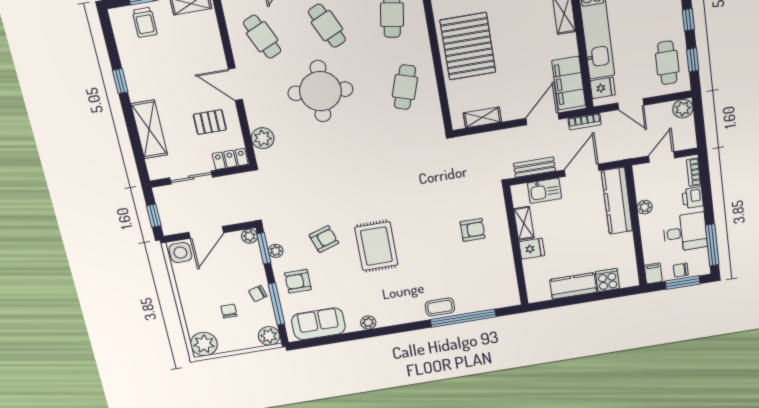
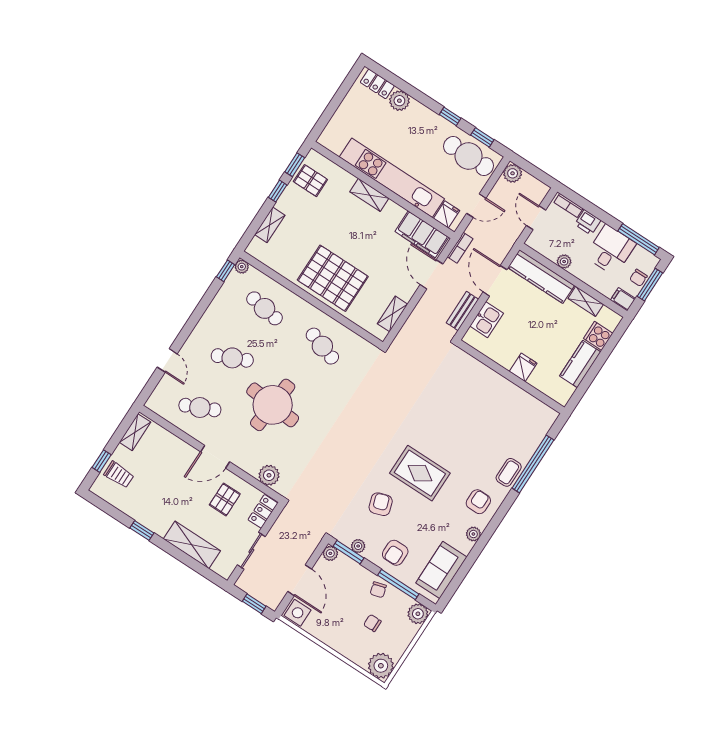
cafe table: (667, 63) -> (469, 156), width x1.37, depth x1.35
shelving: (524, 223) -> (586, 301), moved
armchair: (473, 230) -> (478, 502), moved

